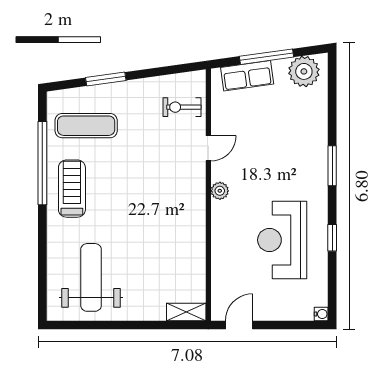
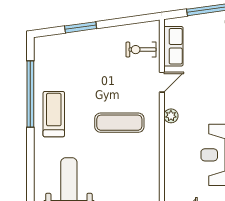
row of seats: (247, 76) -> (173, 46), moved, turned -82
exercise mat: (86, 126) -> (119, 123), moved

